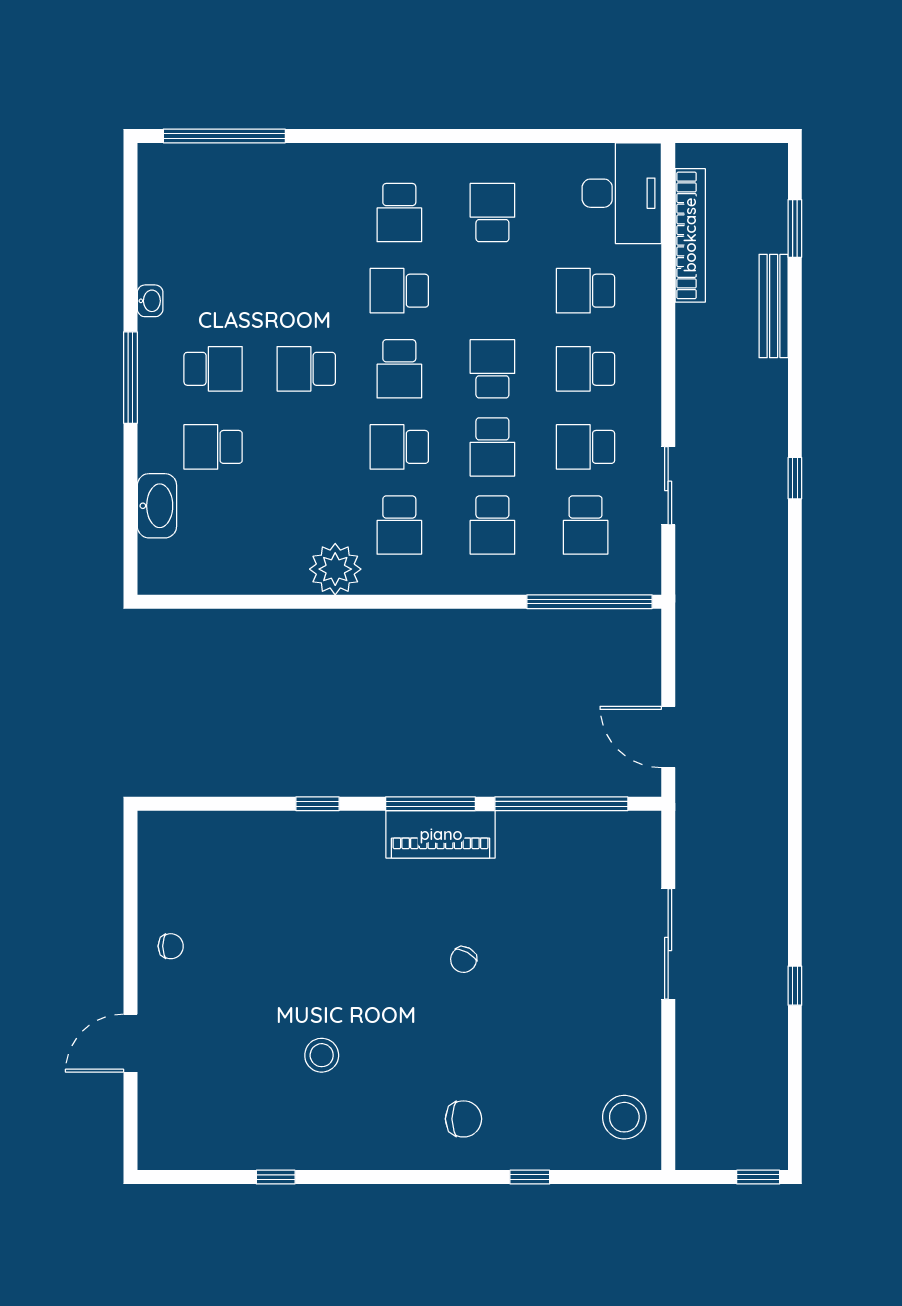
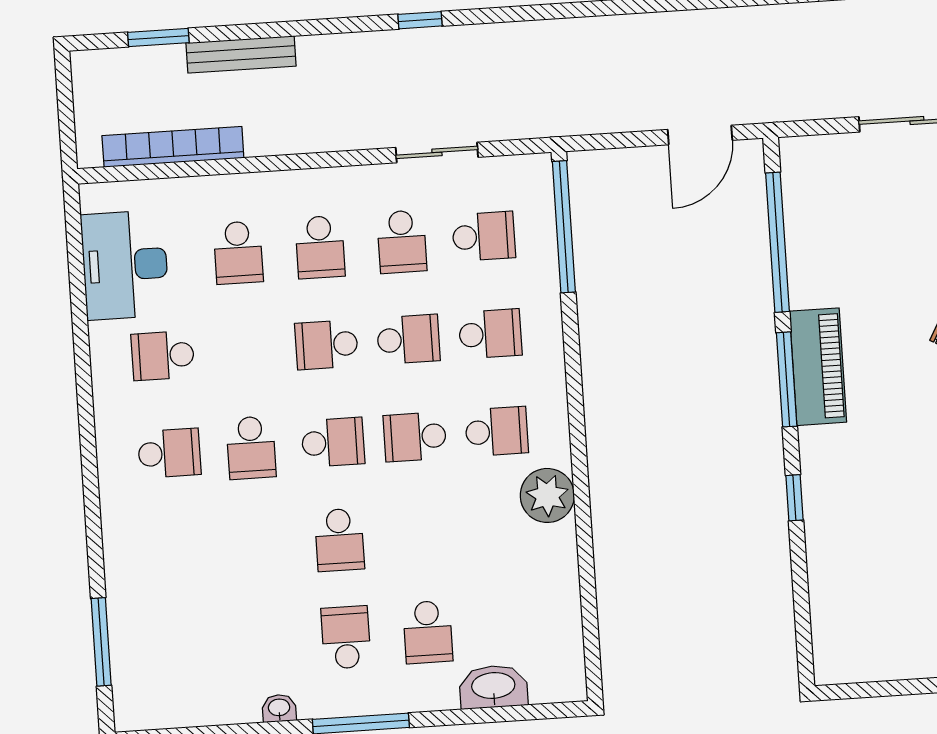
window: (224, 136) -> (101, 642), width x0.68
desk: (622, 193) -> (125, 265), moved, turned -90
school desk: (399, 447) -> (415, 437), turned 90

